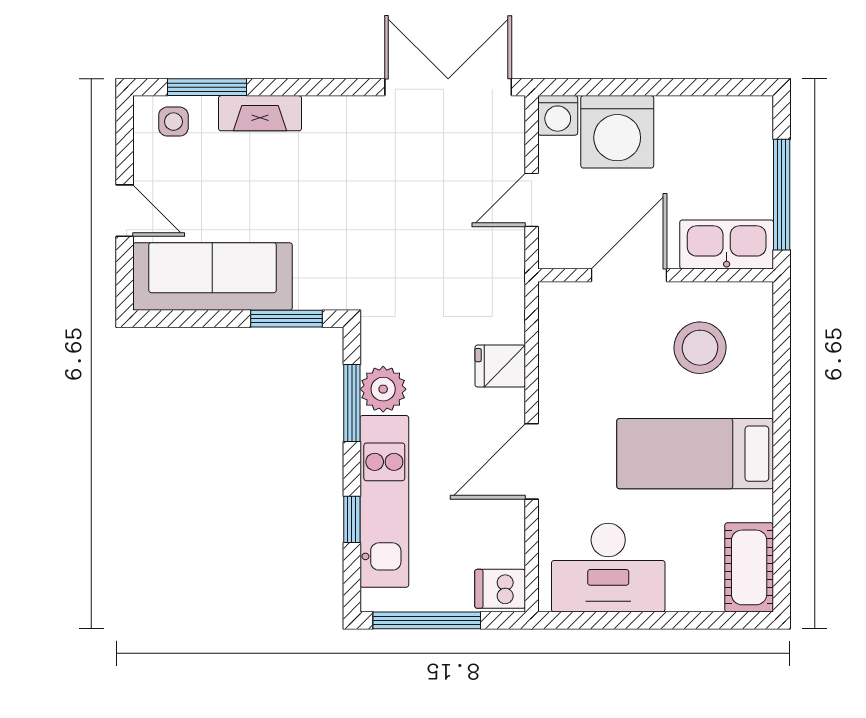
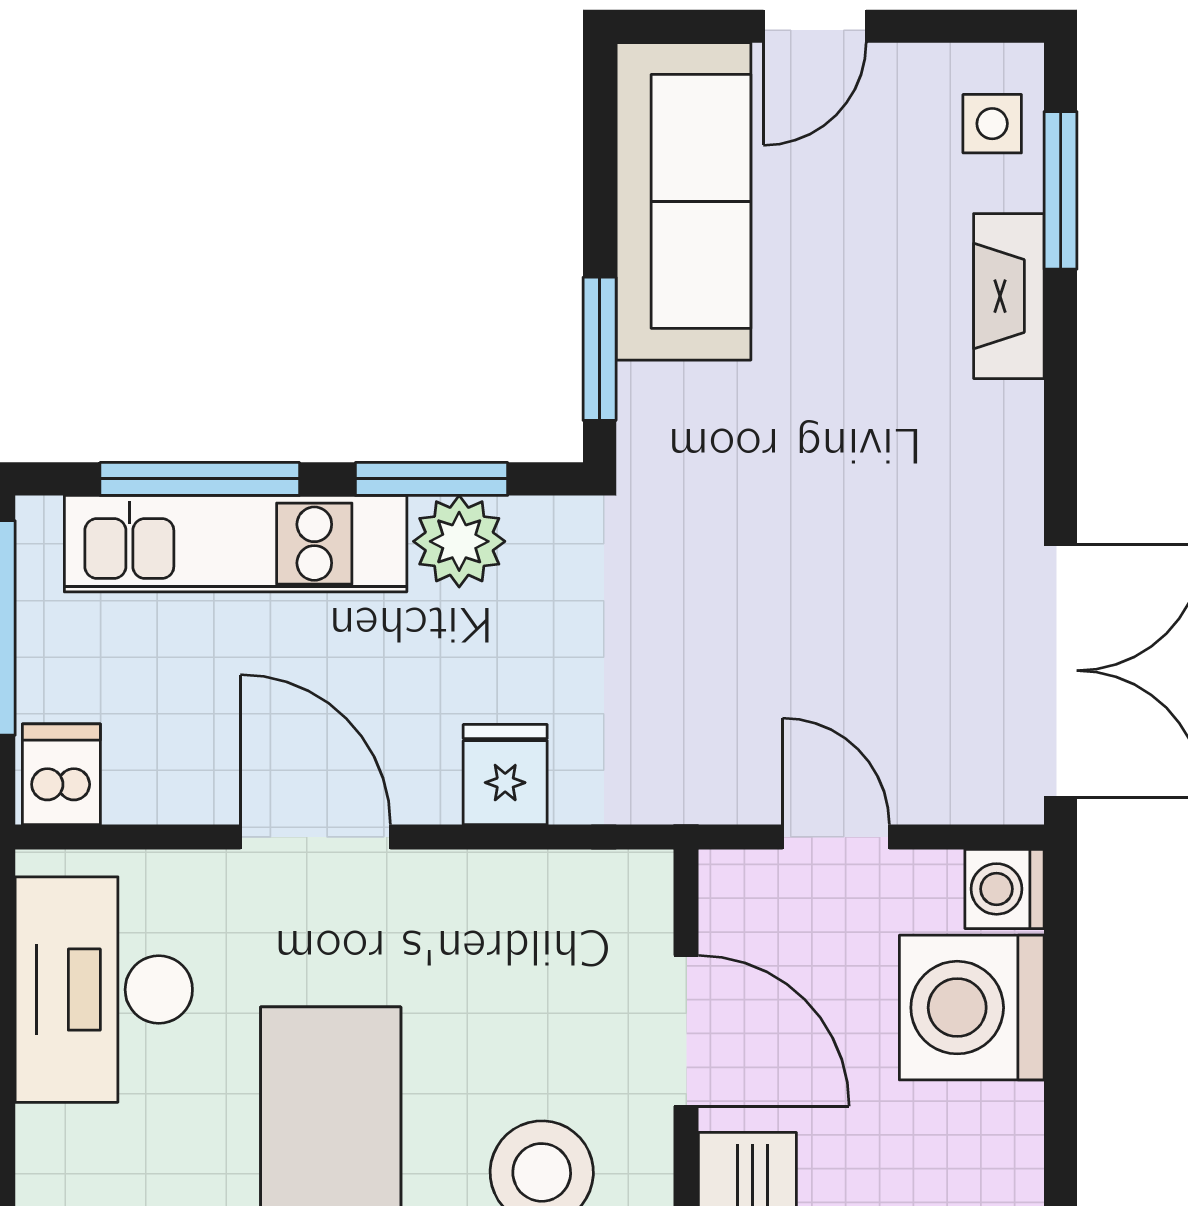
window: (352, 519) -> (200, 479), width x2.17

